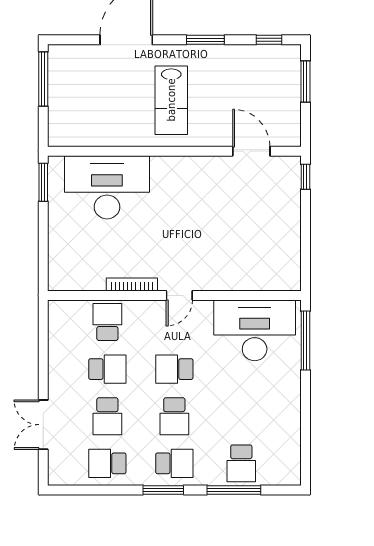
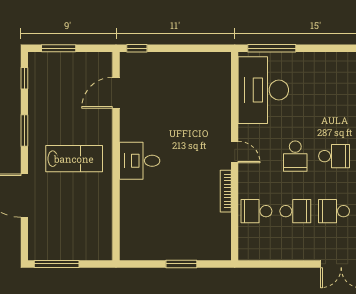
window: (43, 182) -> (181, 264), moved
desk: (107, 187) -> (140, 161), moved, width x0.53, depth x0.77
school desk: (107, 369) -> (295, 211), turned 90
school desk: (107, 416) -> (334, 211), turned 180

